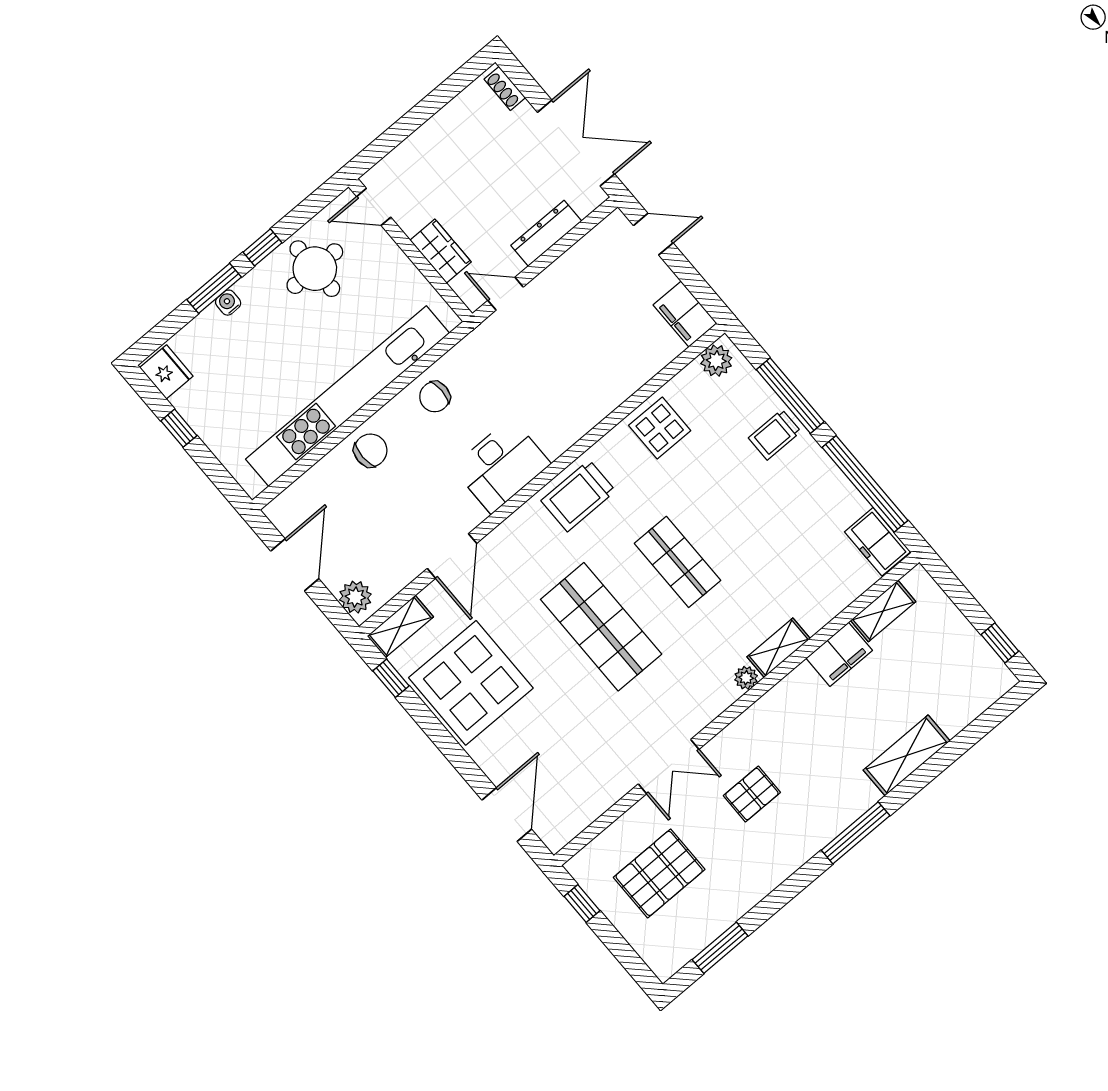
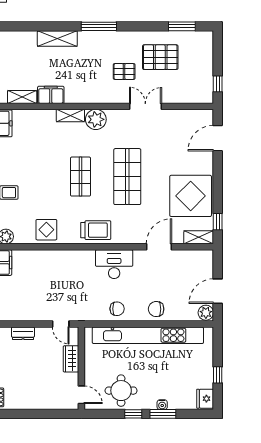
dresser: (546, 233) -> (23, 333), width x0.70
plant: (355, 597) -> (206, 313), moved
plant: (746, 678) -> (96, 119), width x1.88, depth x1.88
pallet: (659, 873) -> (160, 57), moved

